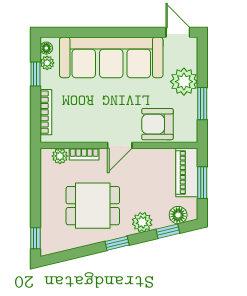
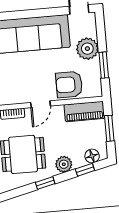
piano: (187, 173) -> (84, 111), moved, turned -90

